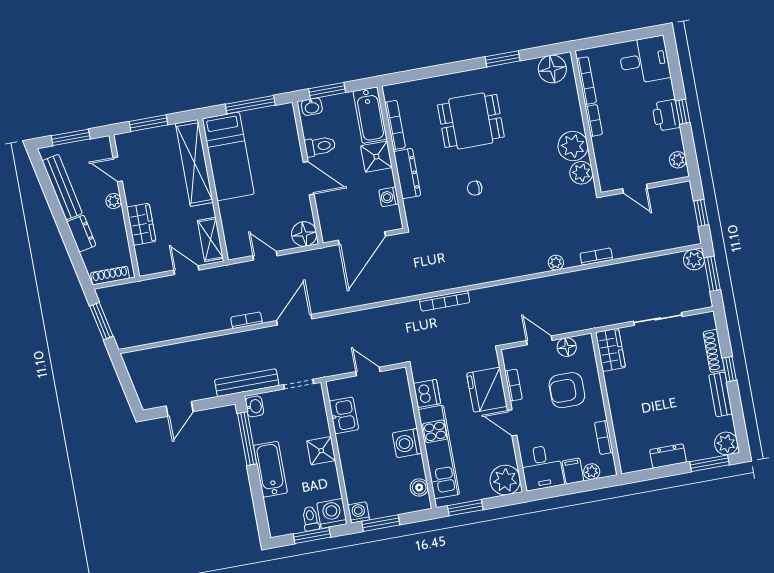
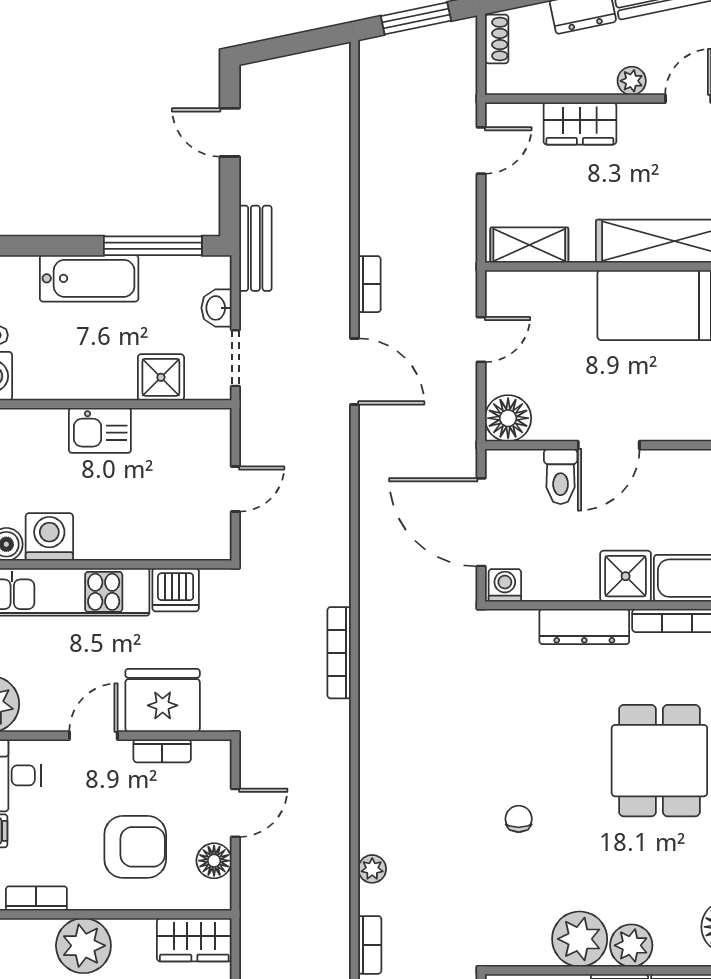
toilet: (320, 146) -> (561, 476), moved
plant: (581, 173) -> (631, 945), moved
chair: (475, 188) -> (519, 819), moved
washing machine: (389, 197) -> (505, 585), moved
door: (186, 270) -> (481, 150), moved
shoe rack: (110, 275) -> (497, 39), width x0.70
bench: (247, 383) -> (255, 248), width x0.73
armchair: (567, 390) -> (135, 847), turned 90
washbasin: (255, 406) -> (217, 308), moved, turned 90
plant: (624, 408) -> (83, 946), added
kitchen sink: (344, 415) -> (100, 430), moved
washing machine: (407, 443) -> (49, 537), moved
shower: (321, 451) -> (161, 377), moved

